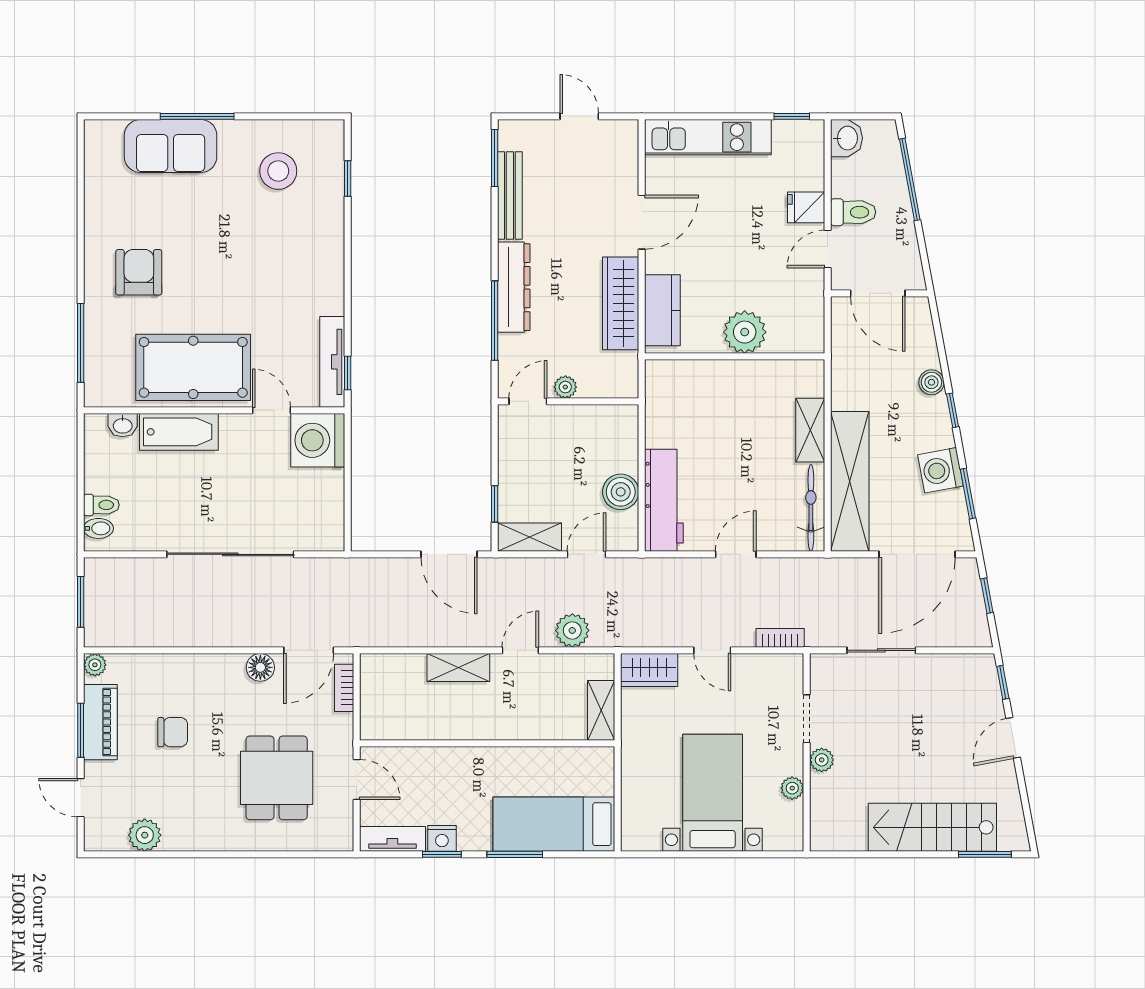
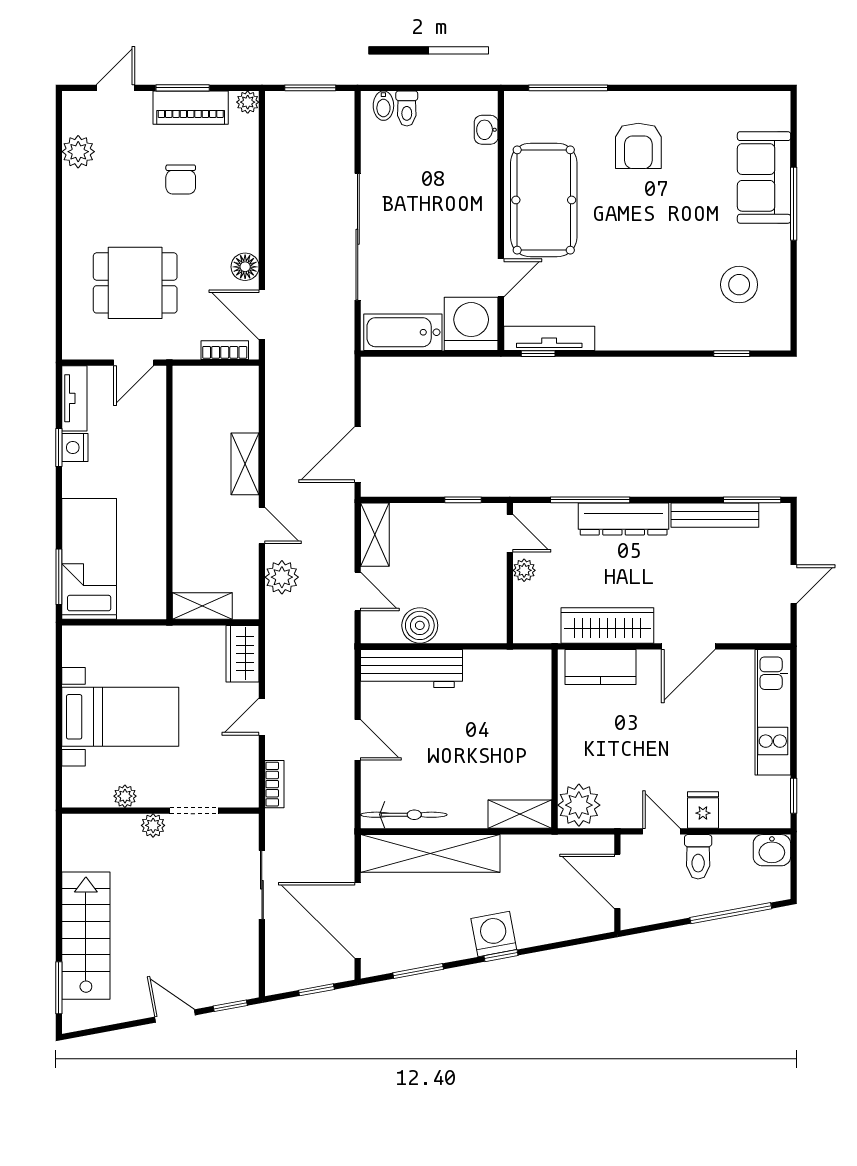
door: (642, 222) -> (688, 646), hinge flipped
armchair: (139, 272) -> (638, 146), turned 90
door: (878, 293) -> (617, 881), hinge flipped
plant: (745, 332) -> (579, 805), moved
boiler: (931, 382) -> (529, 935), removed
shelving: (810, 430) -> (520, 814), moved
bathtub: (179, 432) -> (403, 332), moved, turned 90
washing machine: (941, 470) -> (494, 934), moved
window: (495, 504) -> (463, 500), moved
window: (515, 854) -> (59, 577), moved

